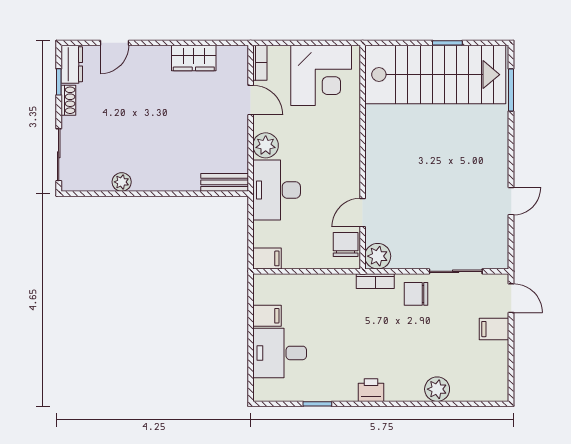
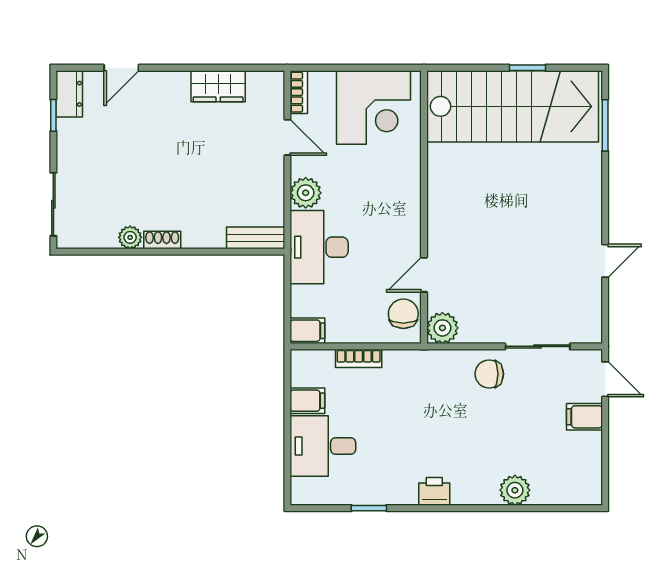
shoe rack: (68, 100) -> (162, 240), moved, turned -90
bookcase: (375, 281) -> (359, 358), moved

